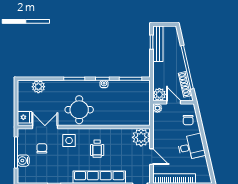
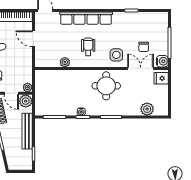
bench: (158, 44) -> (27, 131), moved
double door: (45, 127) -> (141, 68), swing flipped
plant: (141, 137) -> (65, 62), moved, width x0.53, depth x0.53
water cooler: (23, 161) -> (162, 61), moved

